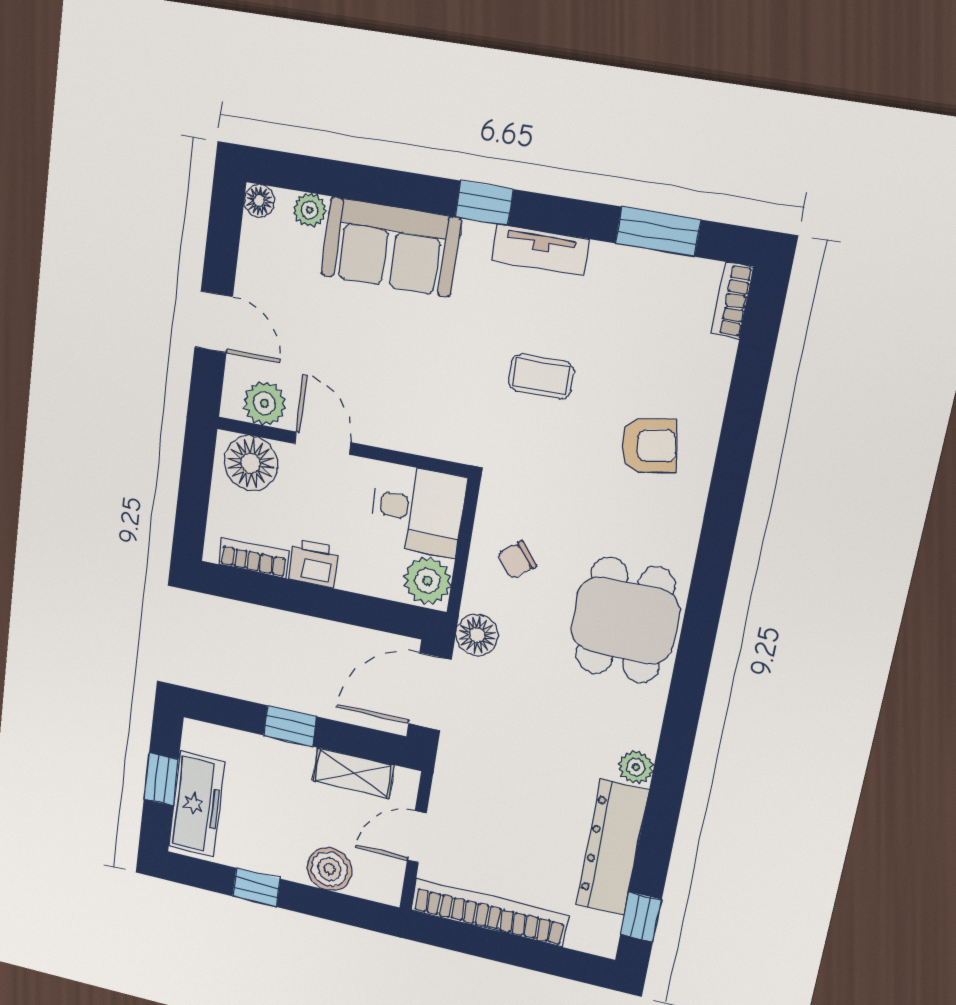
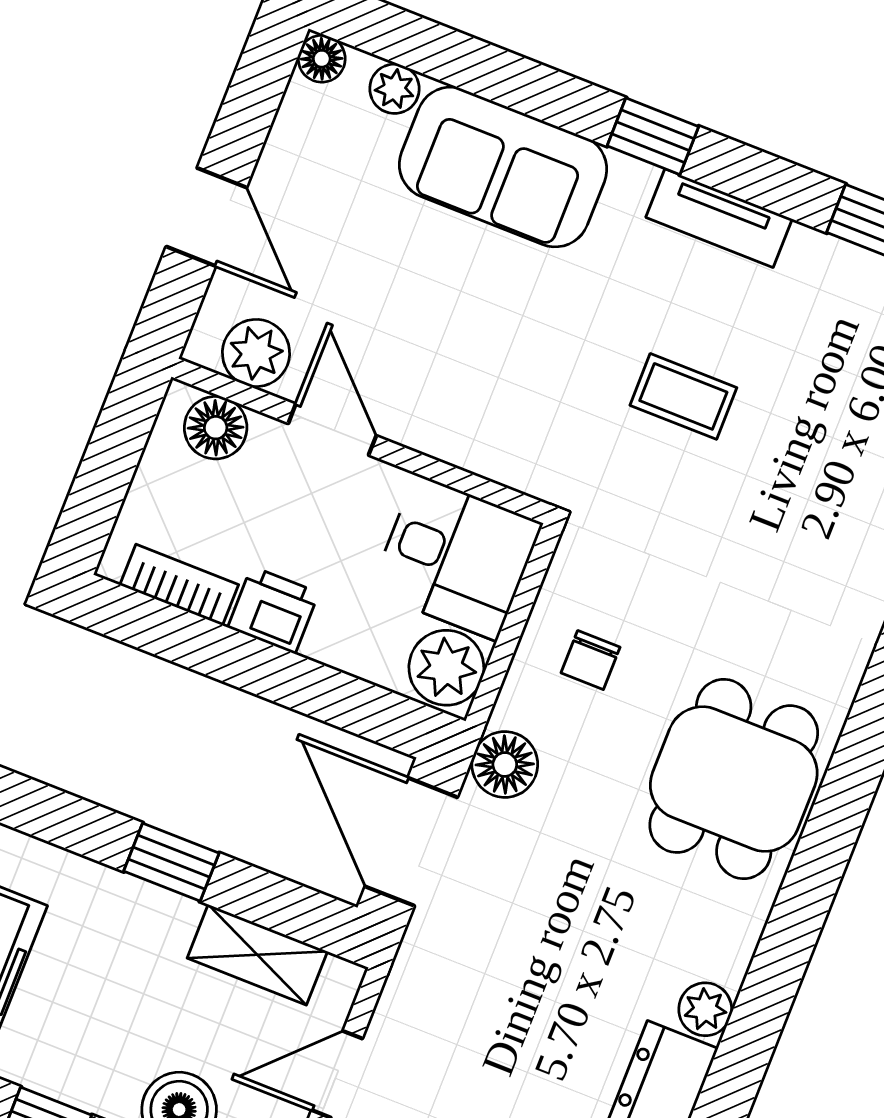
armchair: (649, 446) -> (819, 526), removed
floor lamp: (251, 463) -> (216, 428), width x0.73, depth x0.73
chair: (517, 560) -> (591, 660), turned -50
door: (430, 692) -> (411, 842), hinge flipped

